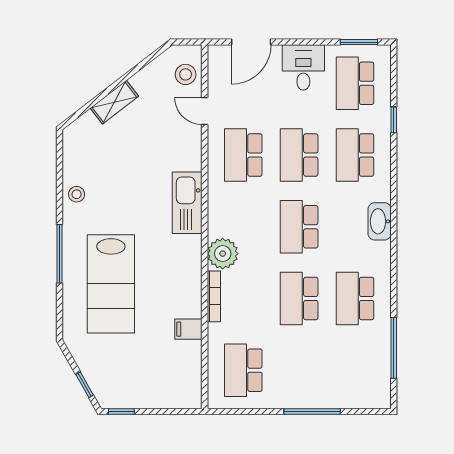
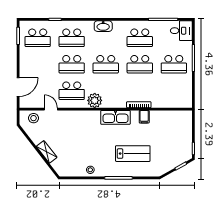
door: (251, 42) -> (18, 87), hinge flipped
desk: (303, 67) -> (181, 31), moved, turned 180
door: (205, 111) -> (51, 109), swing flipped
kitchen sink: (187, 203) -> (115, 117), moved
plant: (223, 254) -> (95, 100), moved
lab bench: (111, 284) -> (133, 154), width x0.73, depth x0.72
filing cabinet: (188, 329) -> (144, 117), moved
school desk: (243, 370) -> (174, 64), moved

